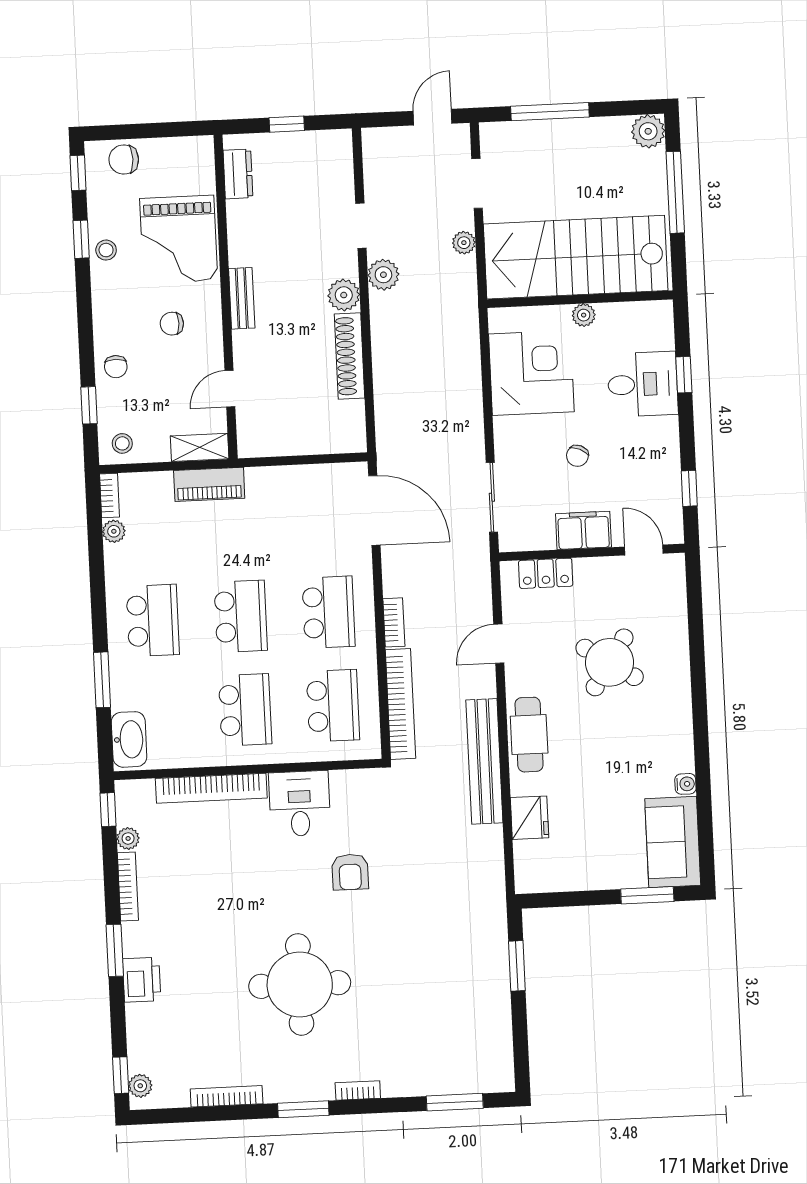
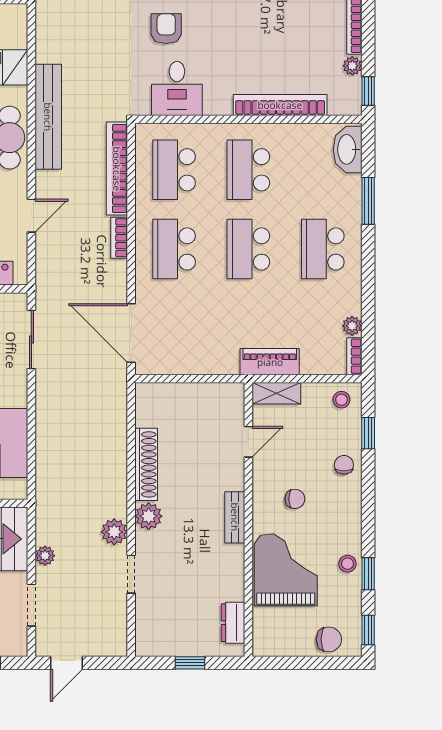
desk: (300, 804) -> (177, 88), moved

